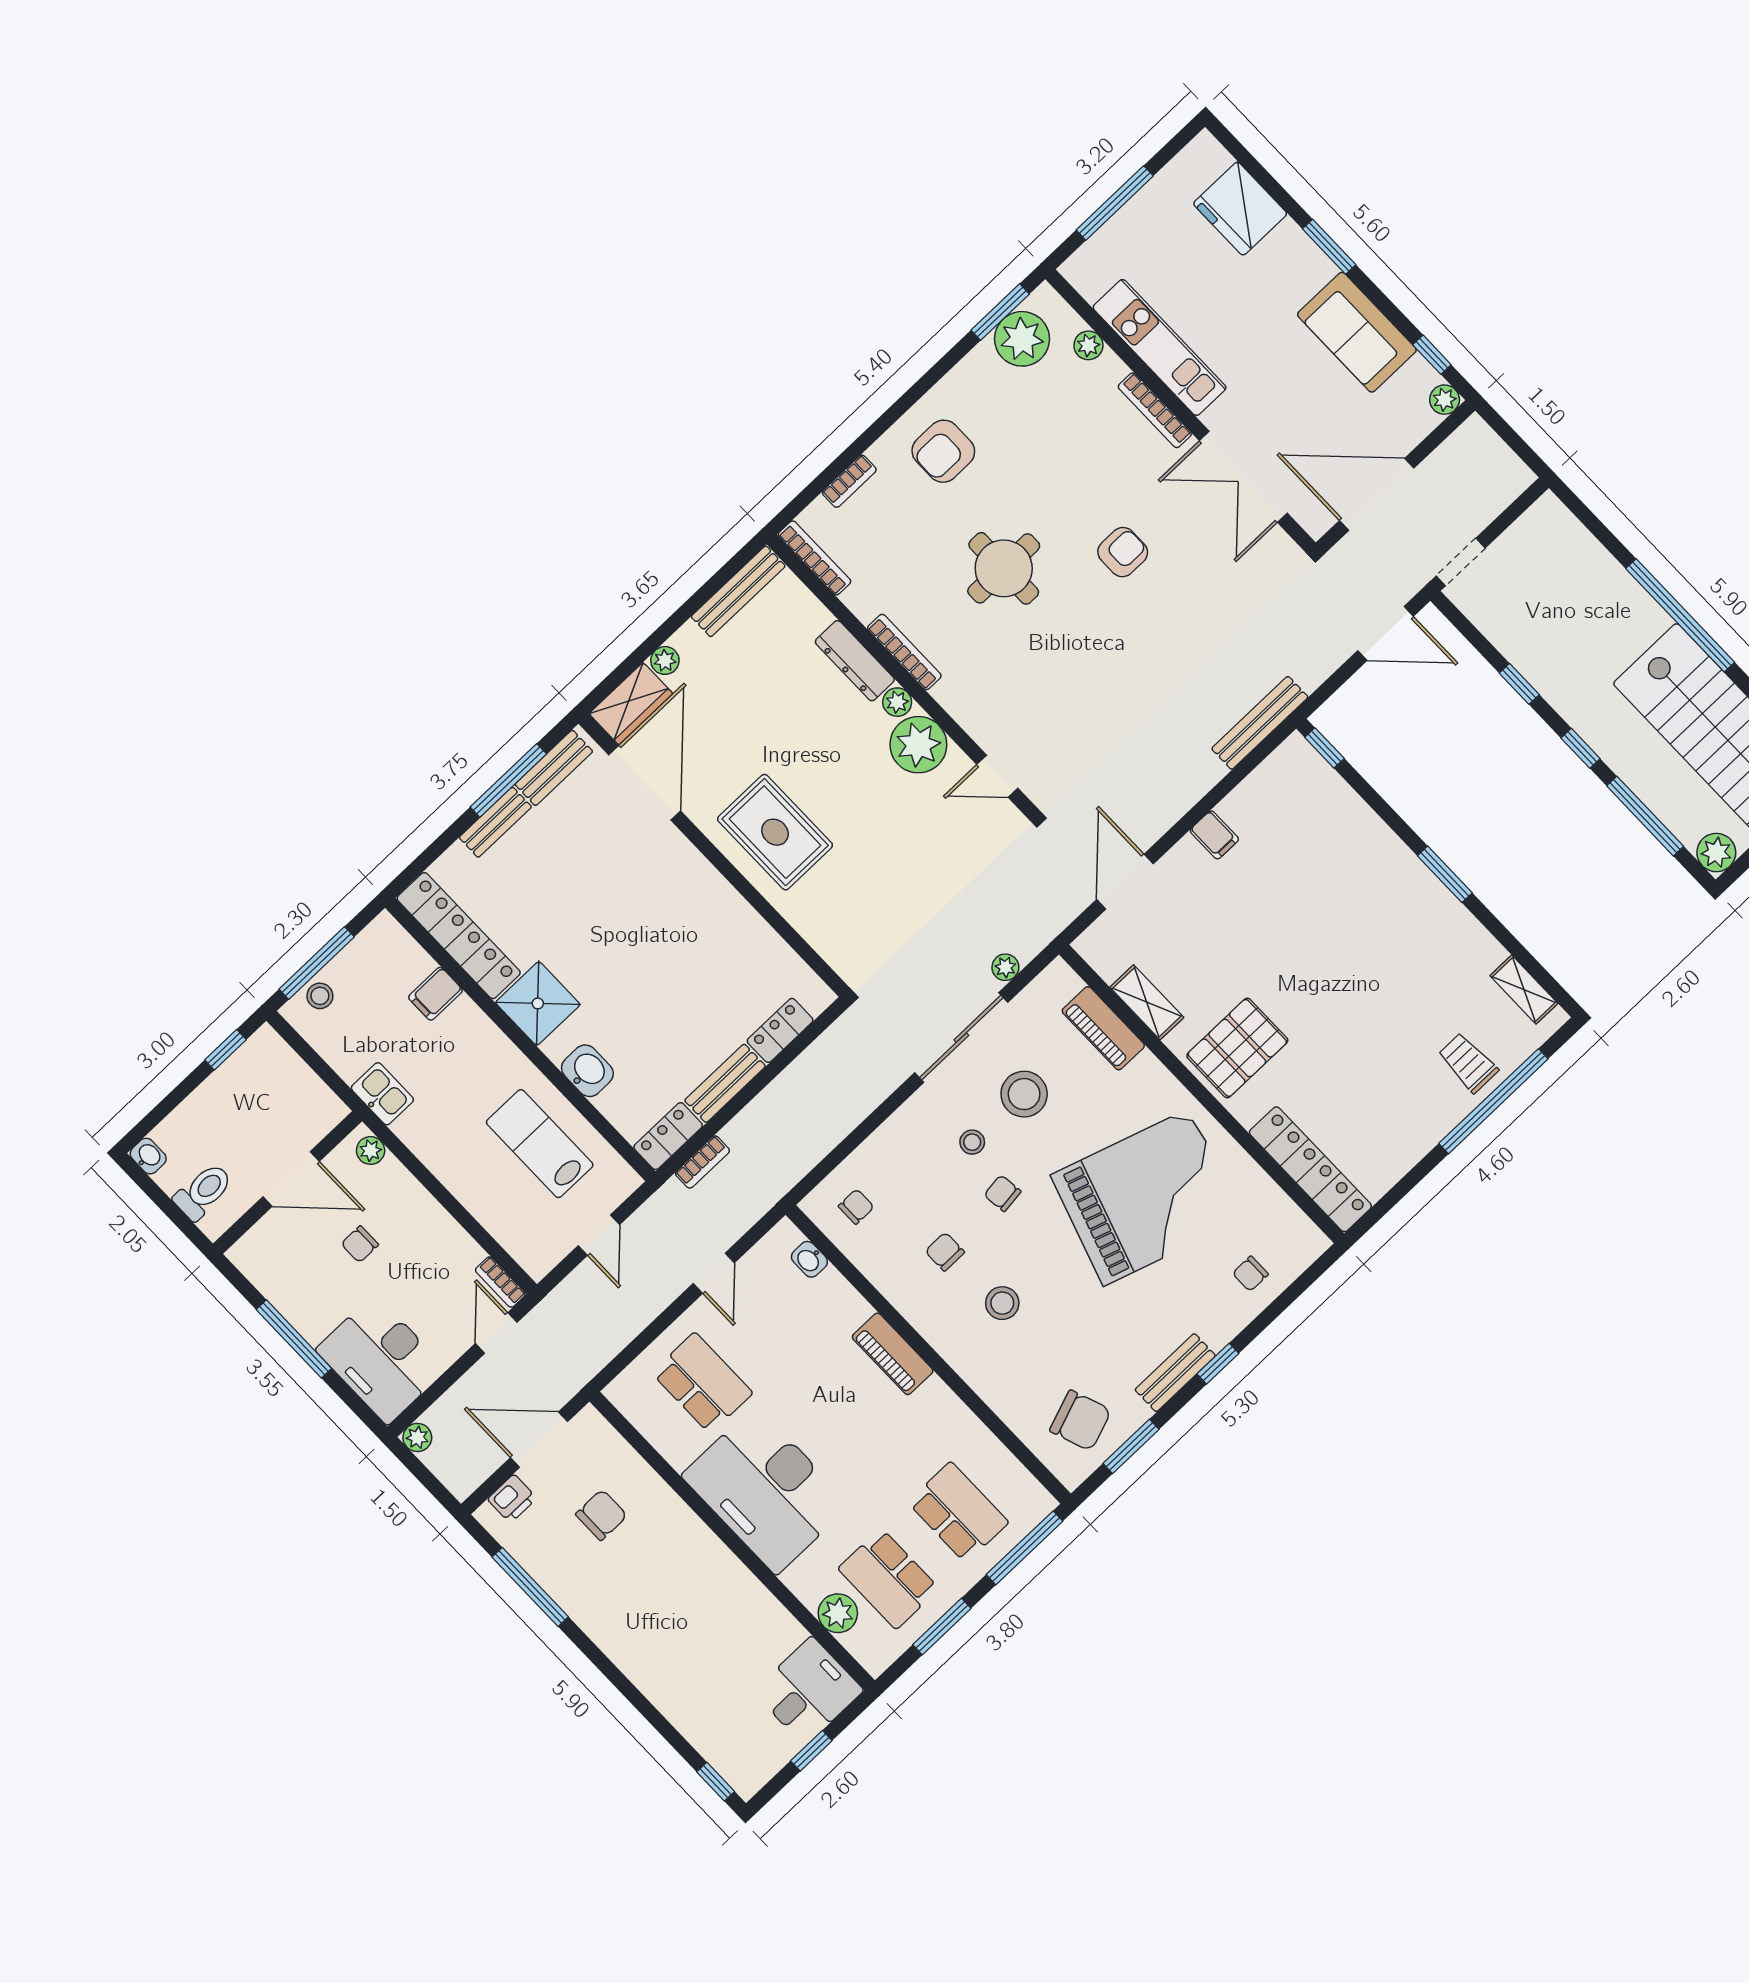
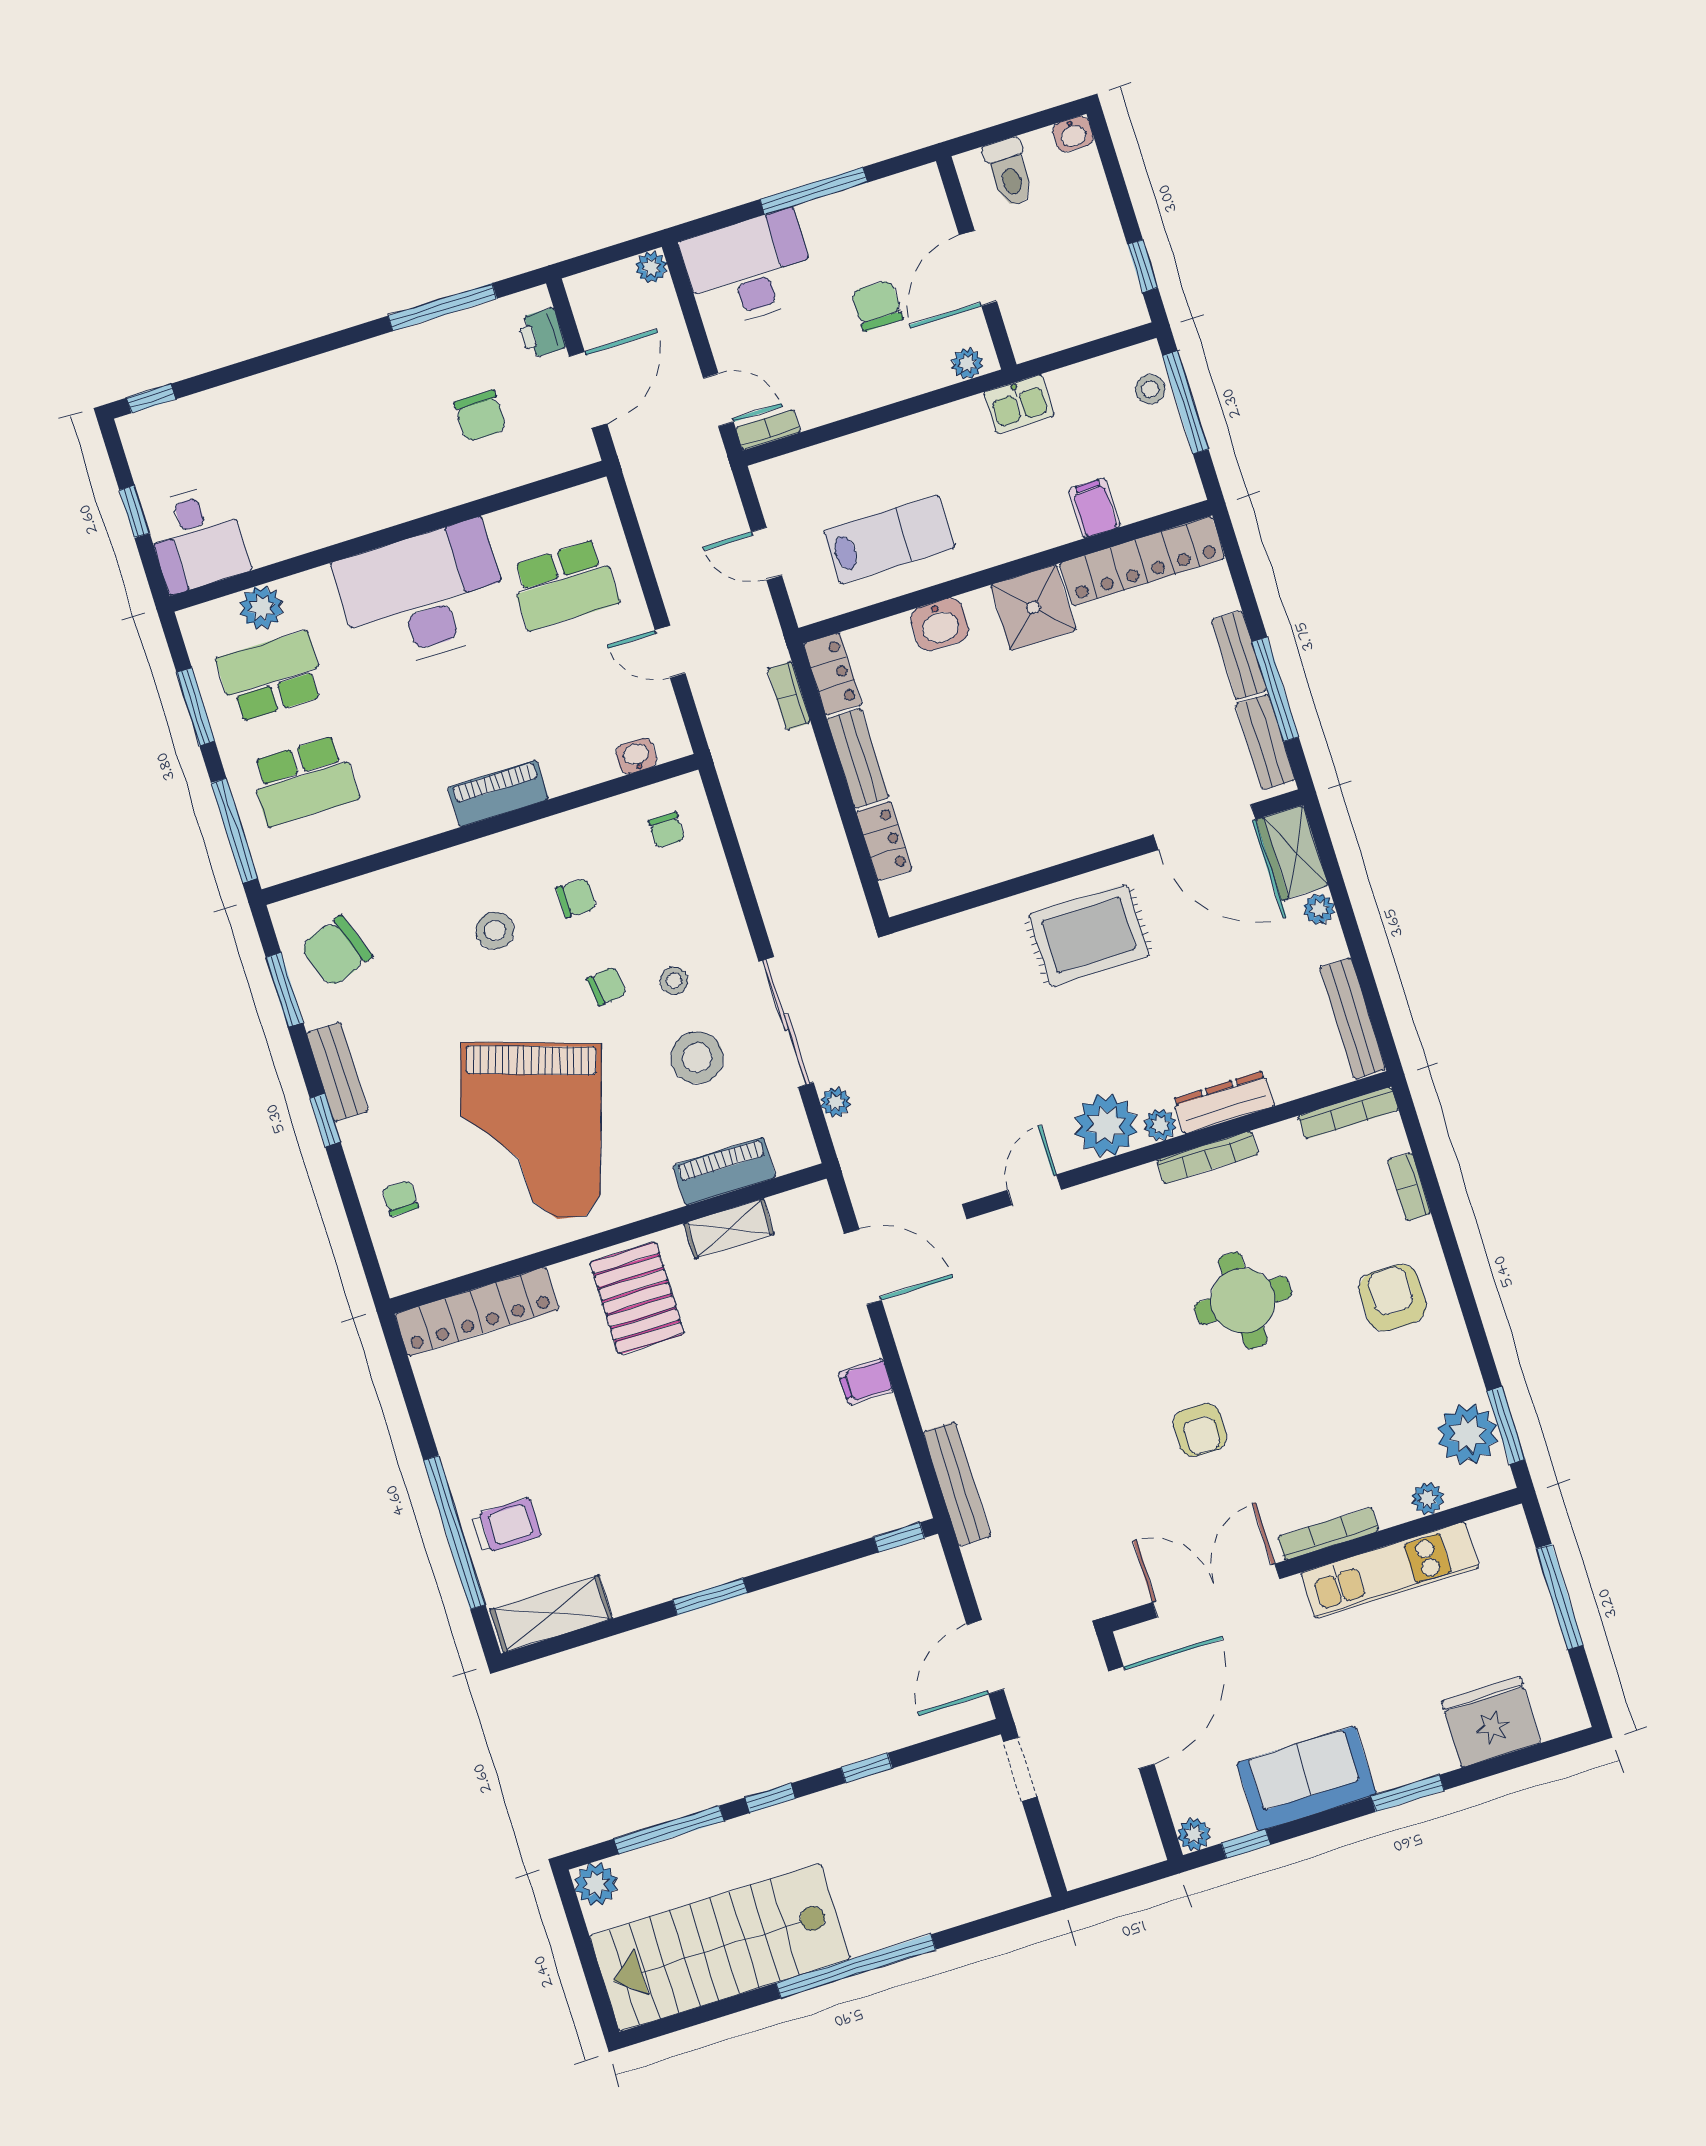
shelving: (1524, 990) -> (551, 1614), width x1.50, depth x1.33
chair: (360, 1244) -> (877, 305), width x1.37, depth x1.37

